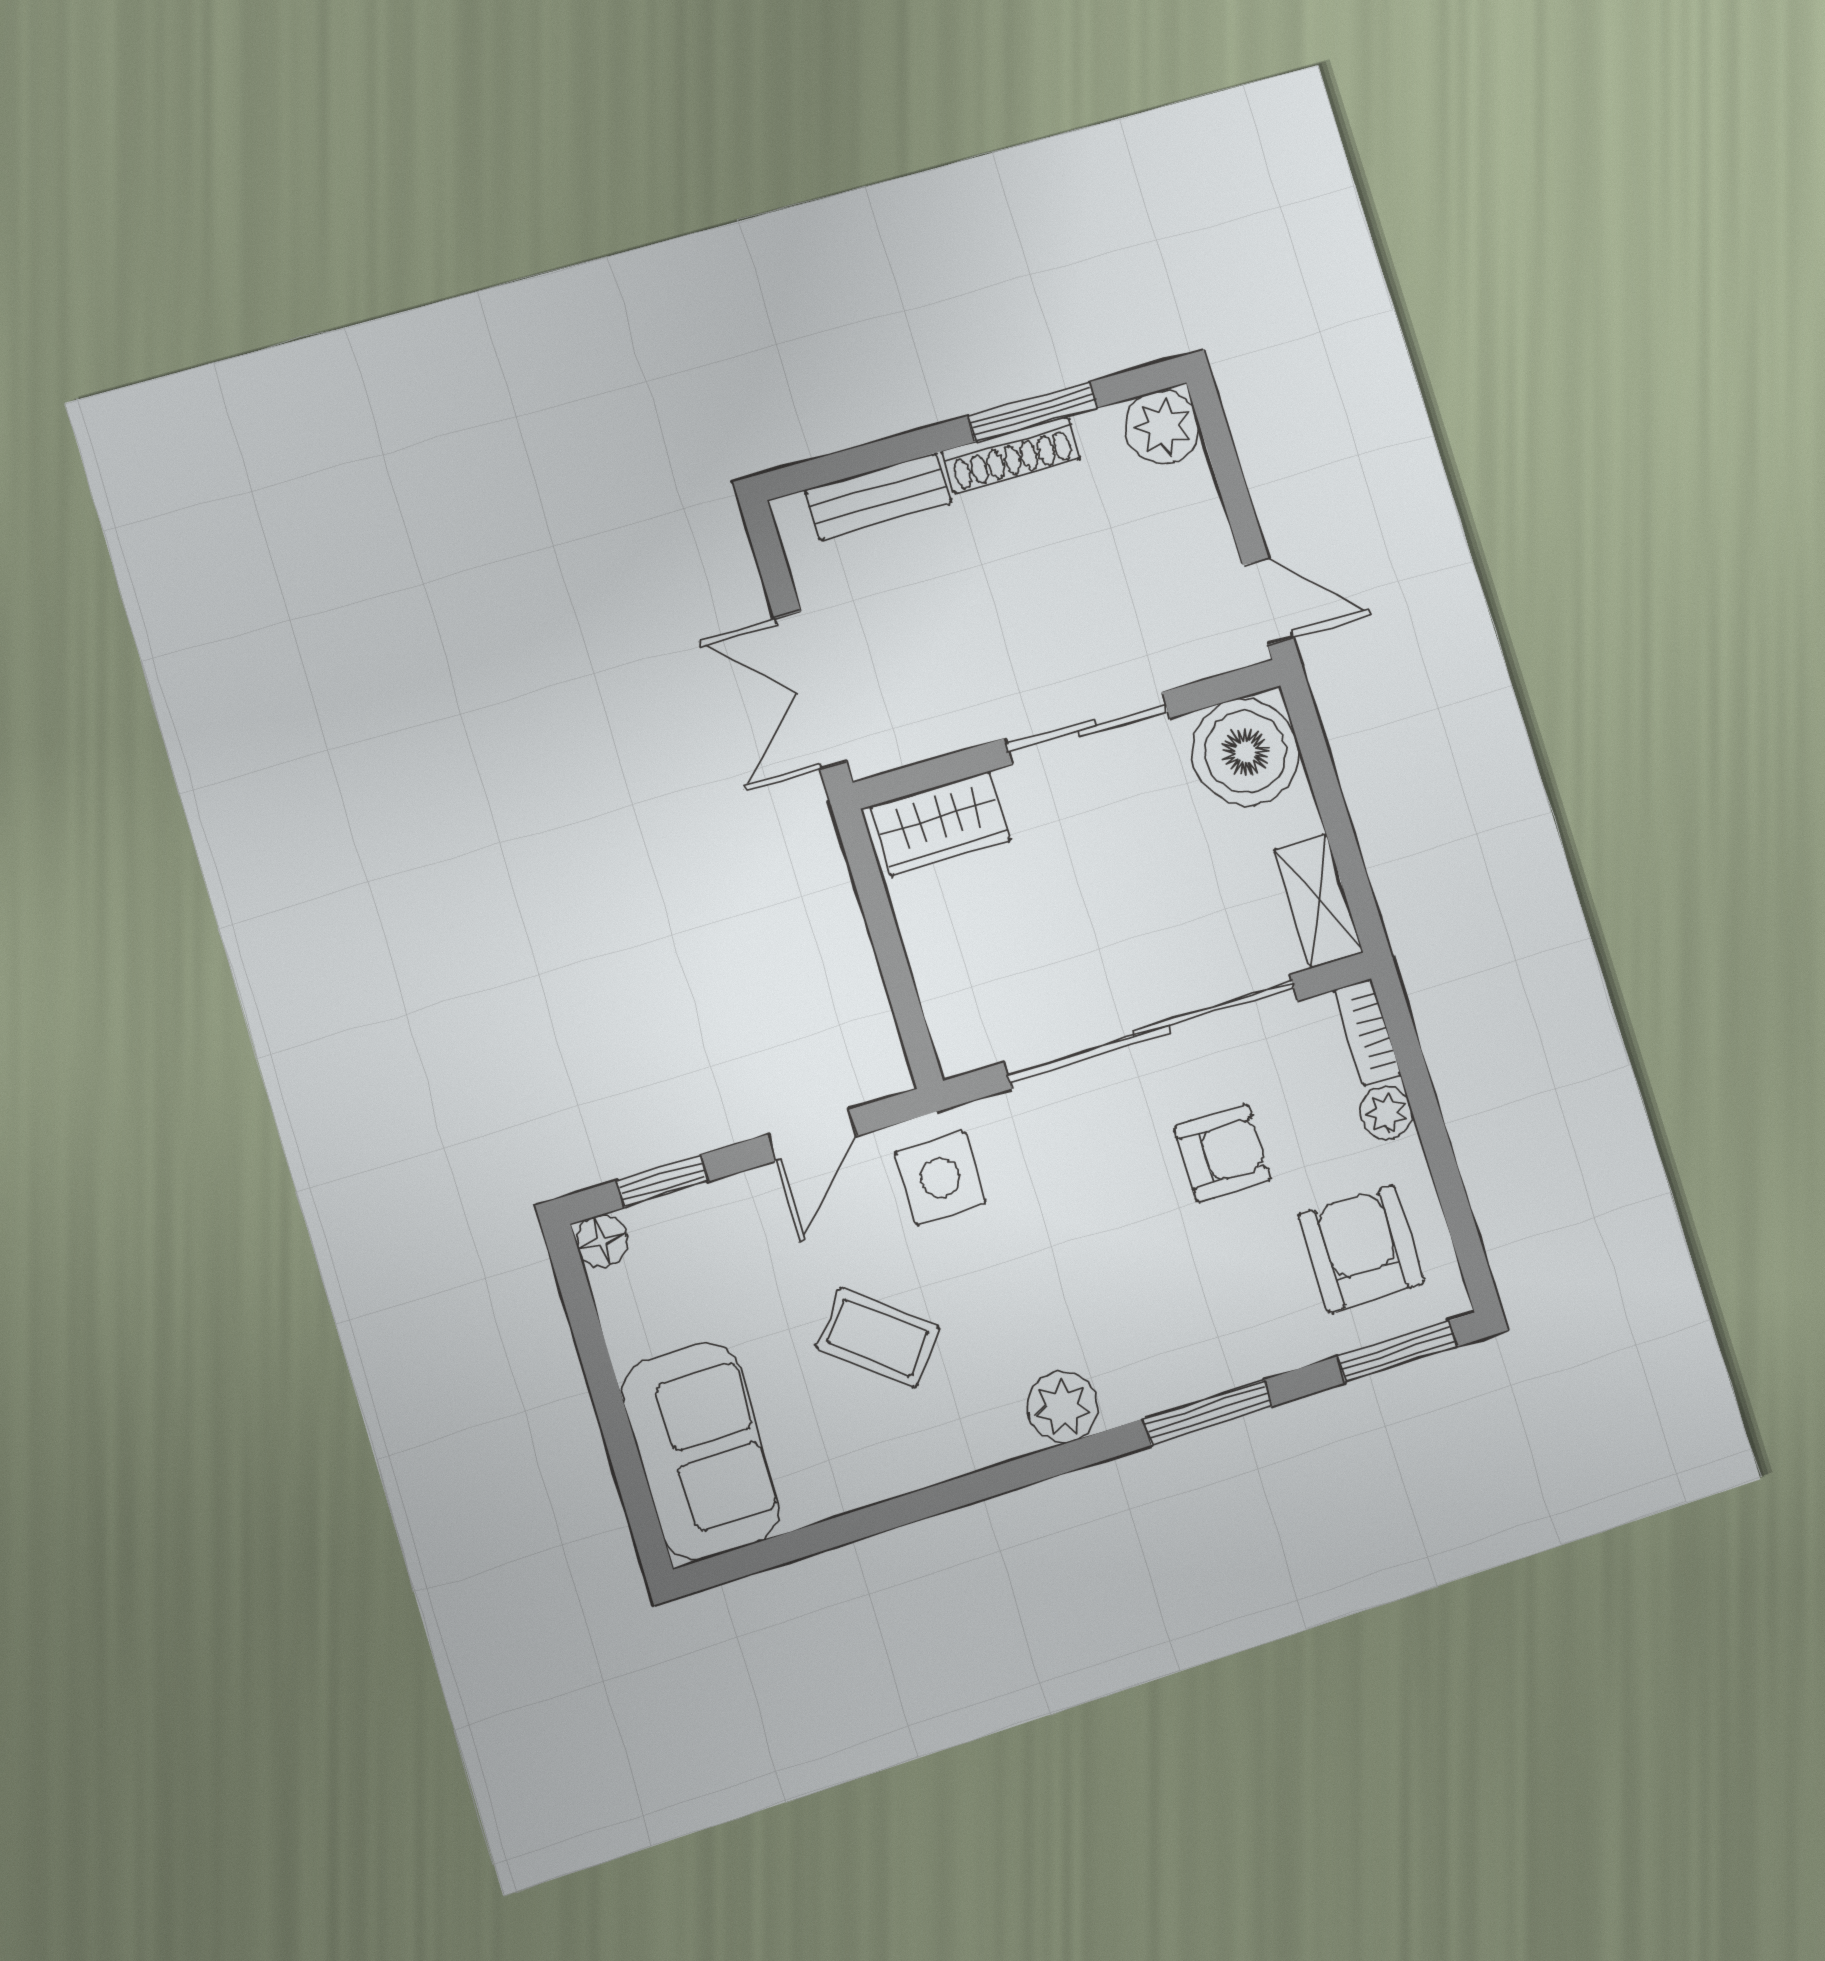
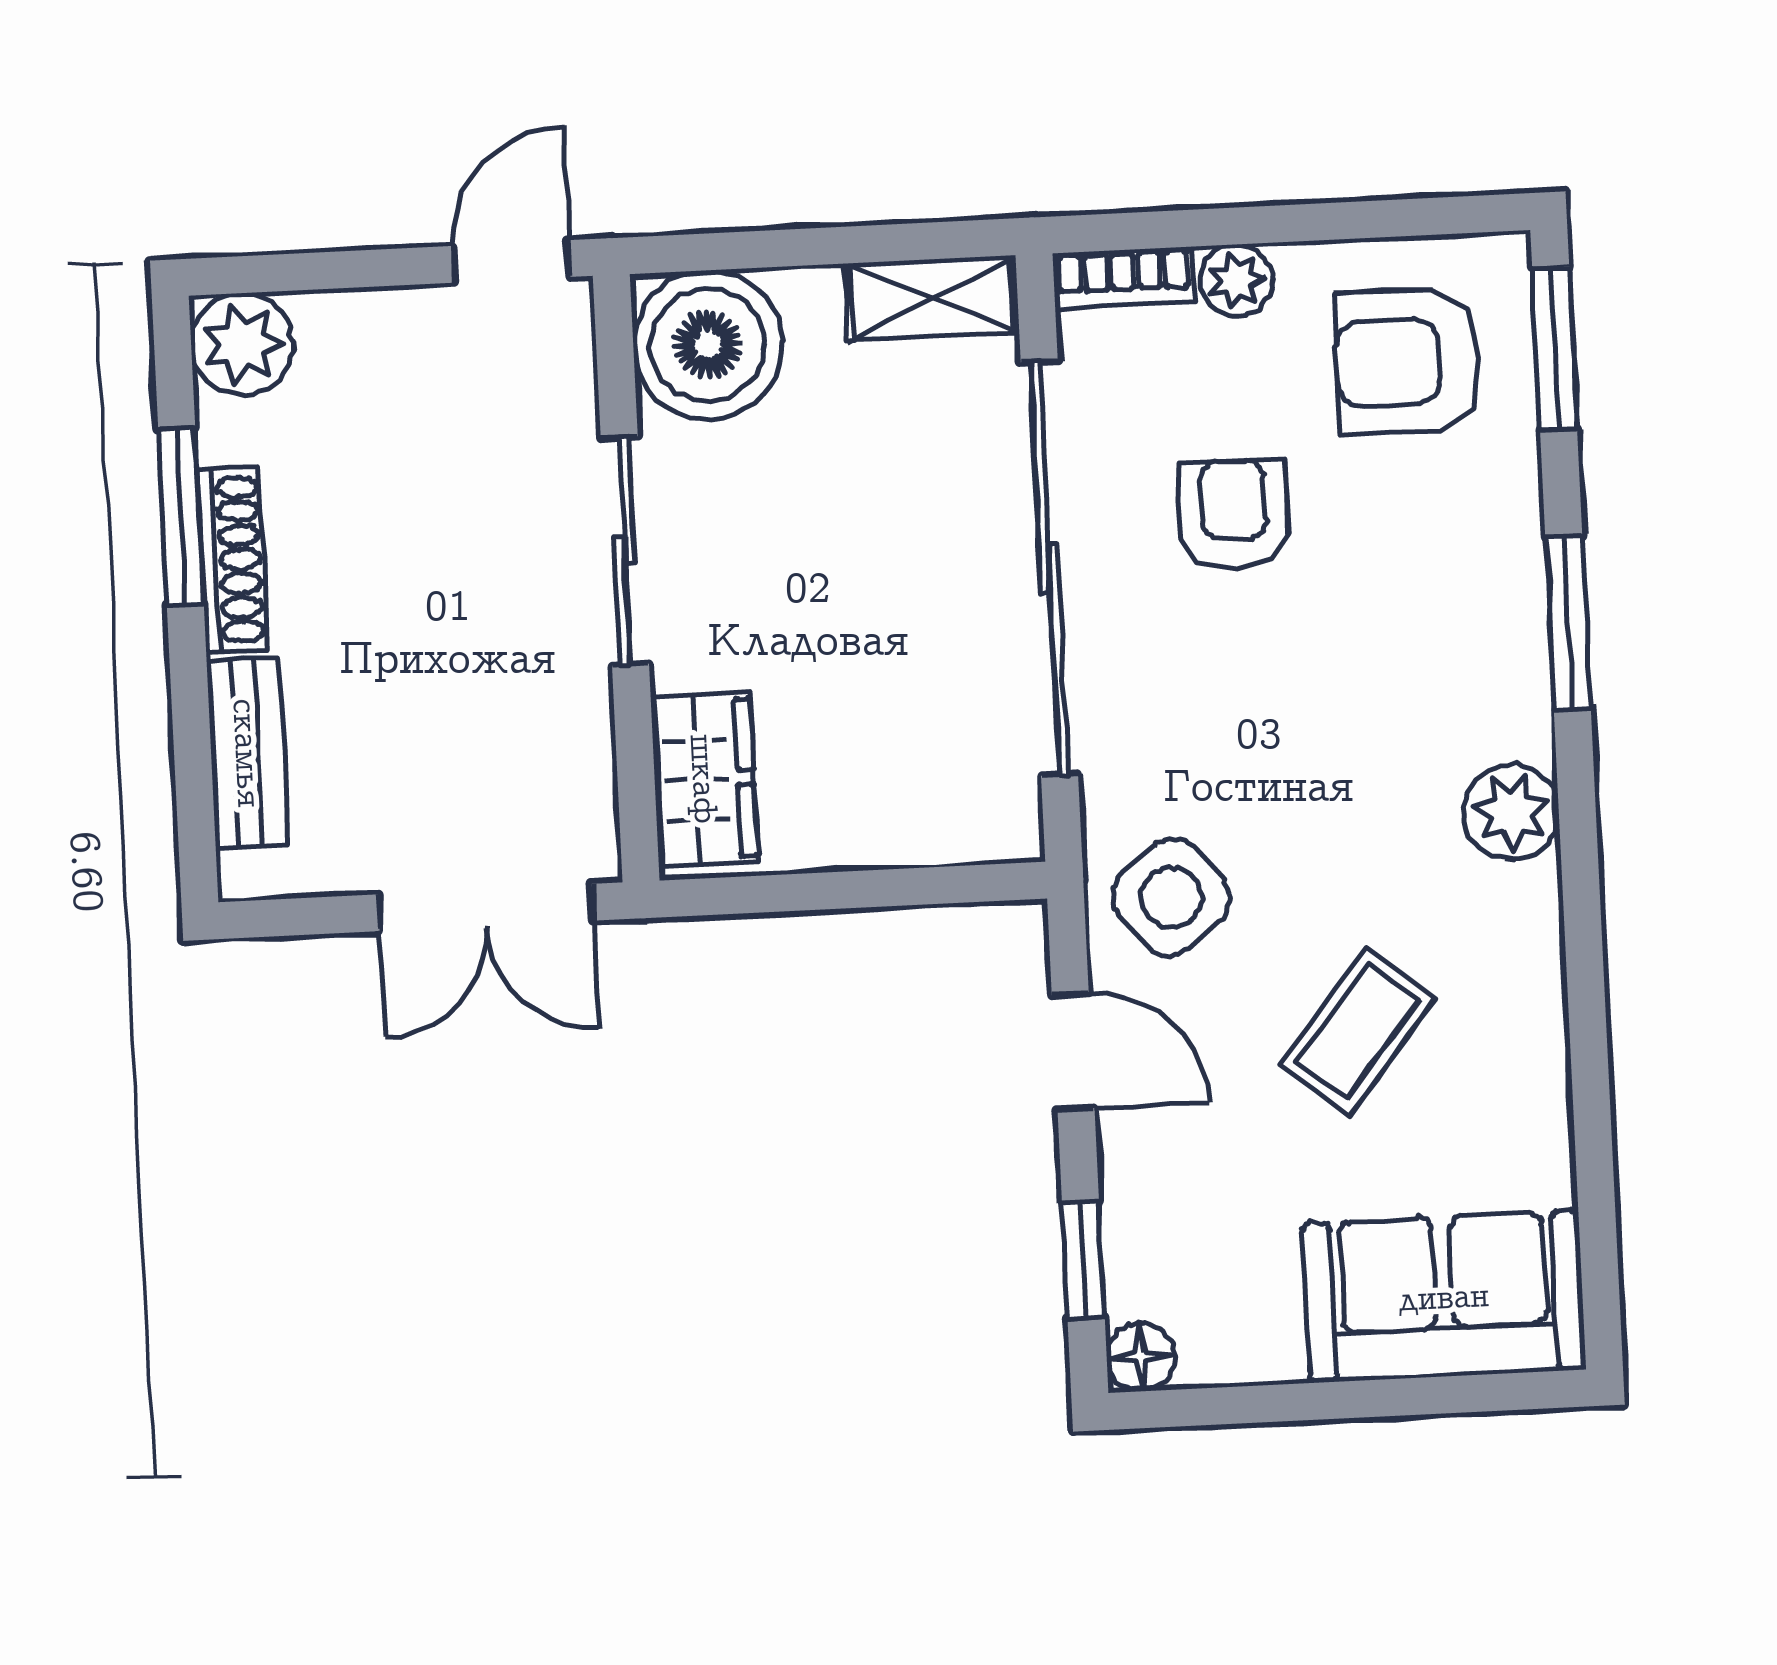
side table: (940, 1178) -> (1171, 898), turned -38

